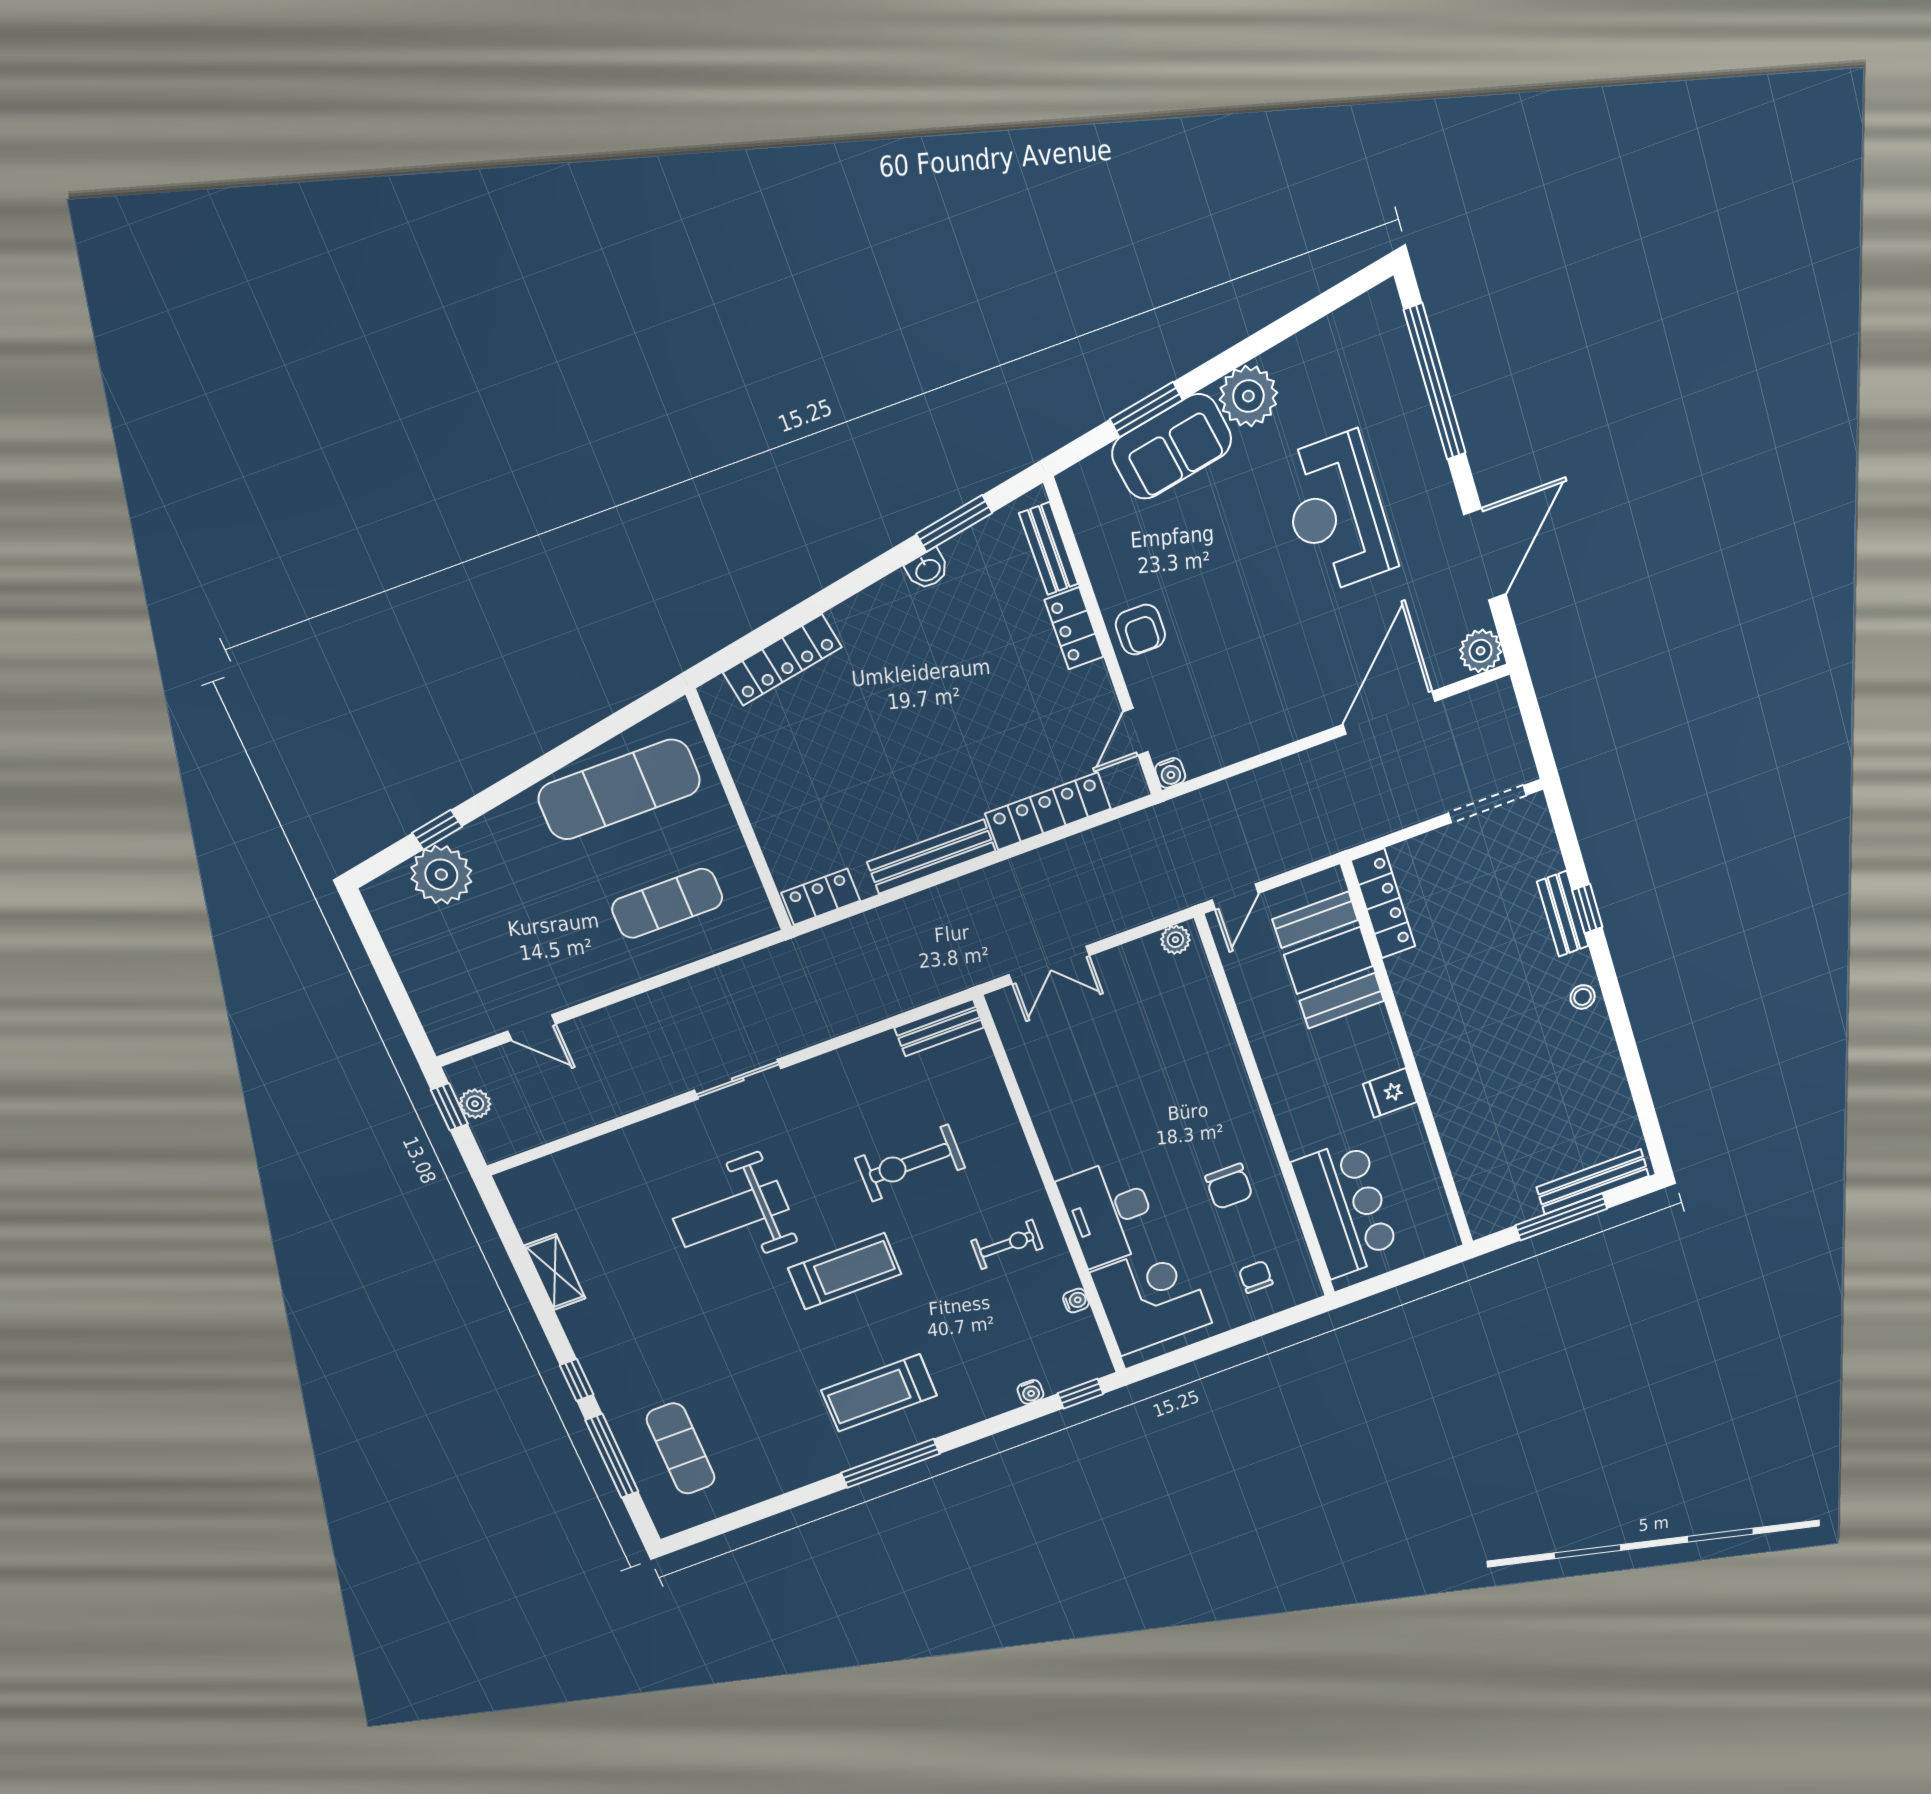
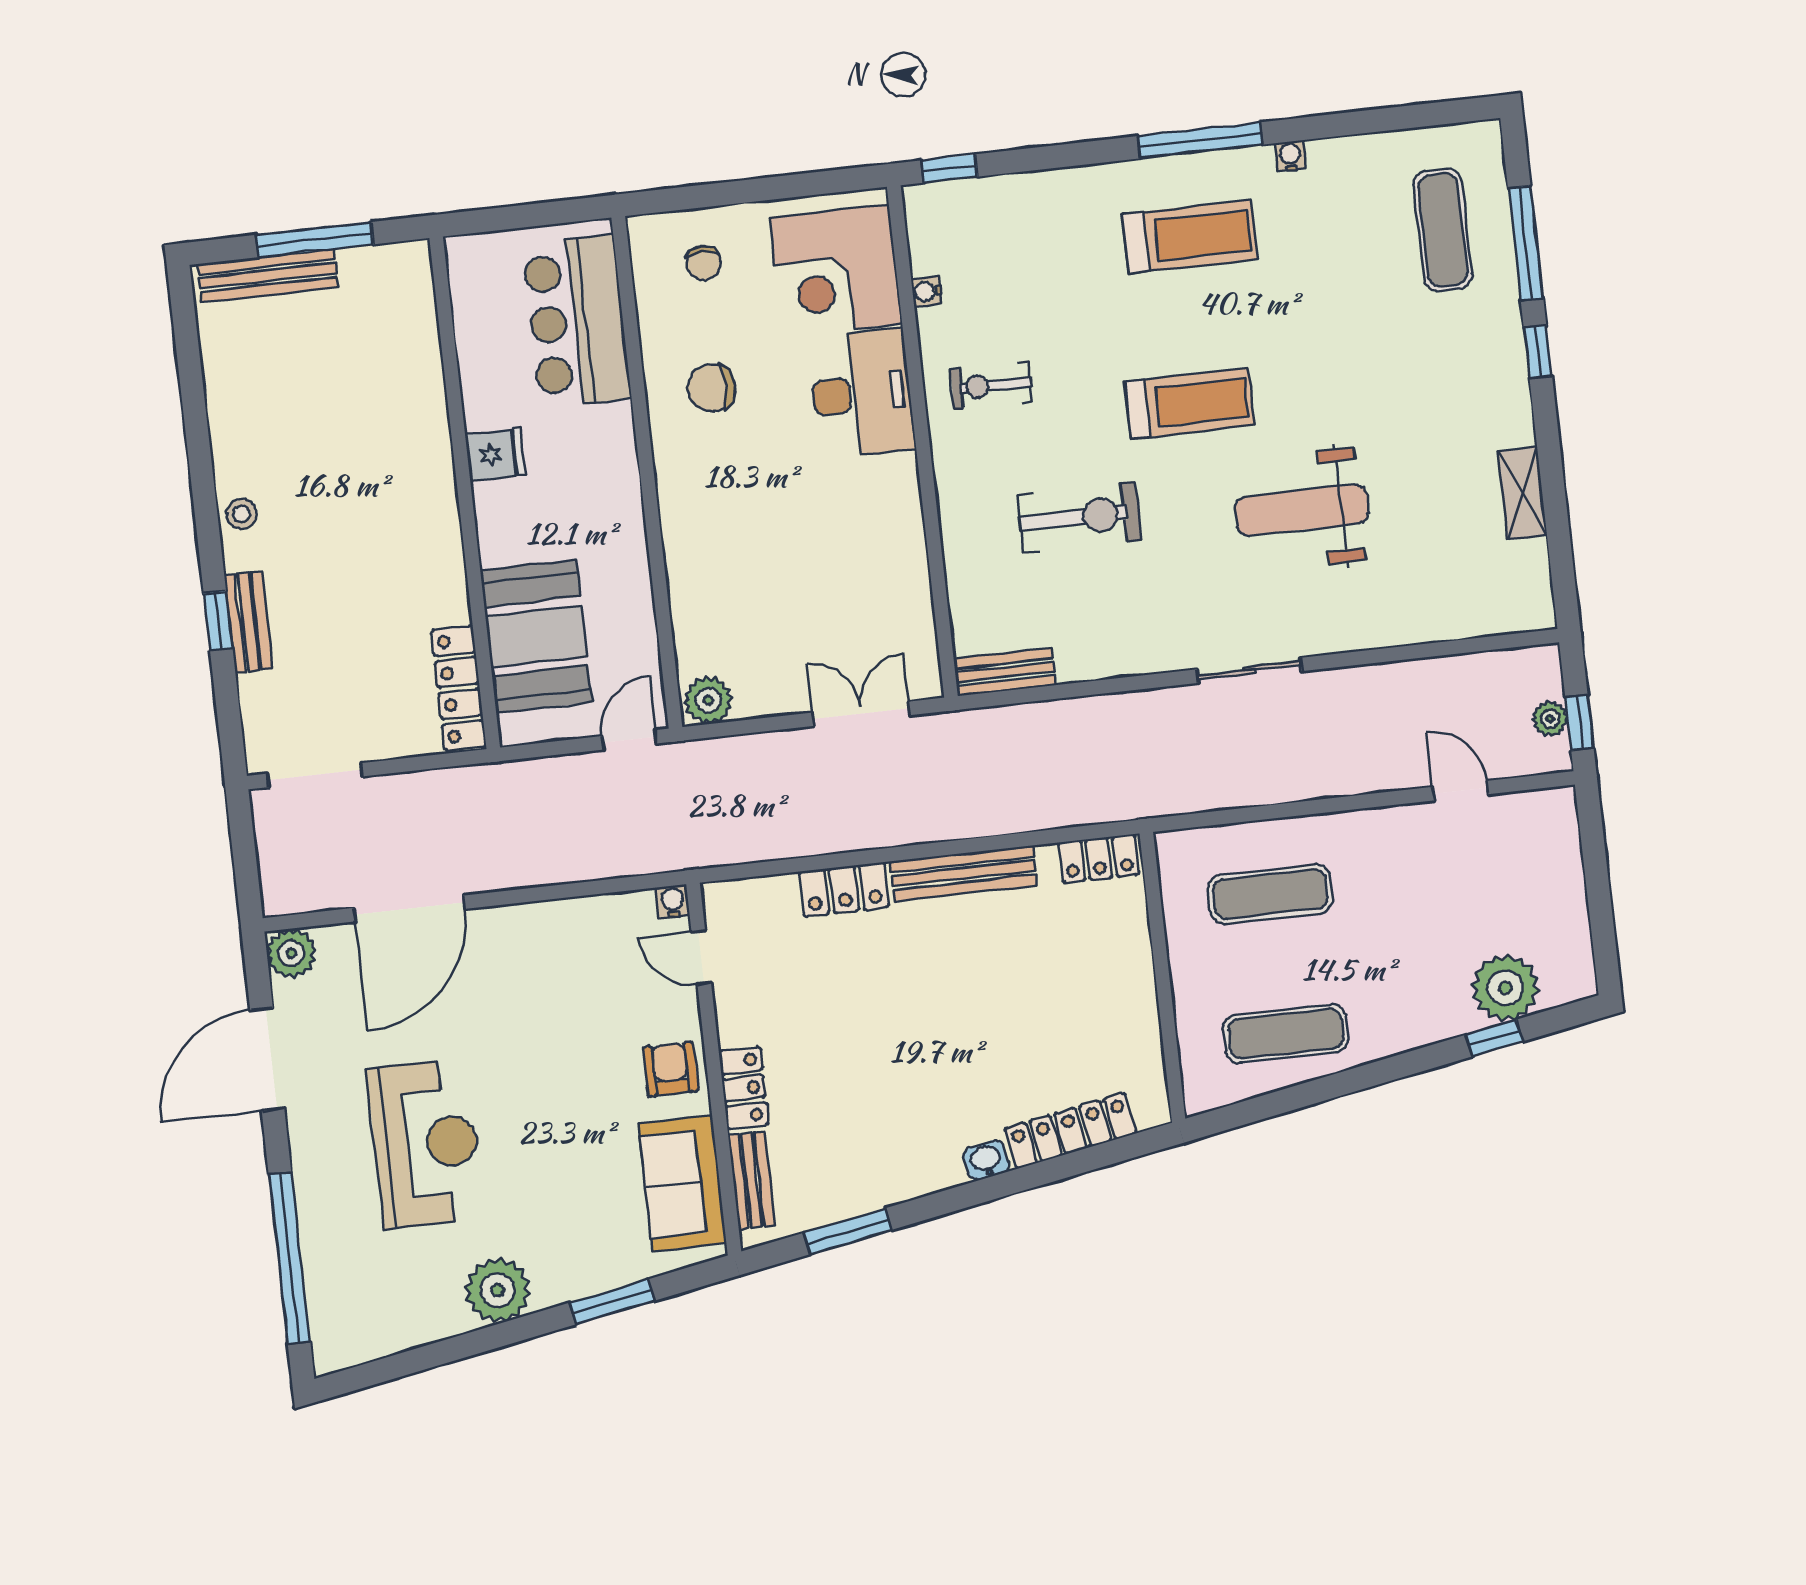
sofa: (1172, 446) -> (682, 1183), moved, turned -80
washbasin: (928, 569) -> (986, 1160), moved
door: (1136, 732) -> (701, 957), swing flipped
exercise mat: (619, 789) -> (1286, 1033), width x0.73, depth x0.69
locker: (1048, 811) -> (844, 889), width x0.66
plant: (1175, 940) -> (708, 700), width x1.38, depth x1.38
chair: (1229, 1186) -> (711, 388), turned -90
weight bench: (731, 1214) -> (1302, 510), turned 180
treadmill: (845, 1271) -> (1190, 403), turned 180
water cooler: (1030, 1392) -> (1290, 156), moved

